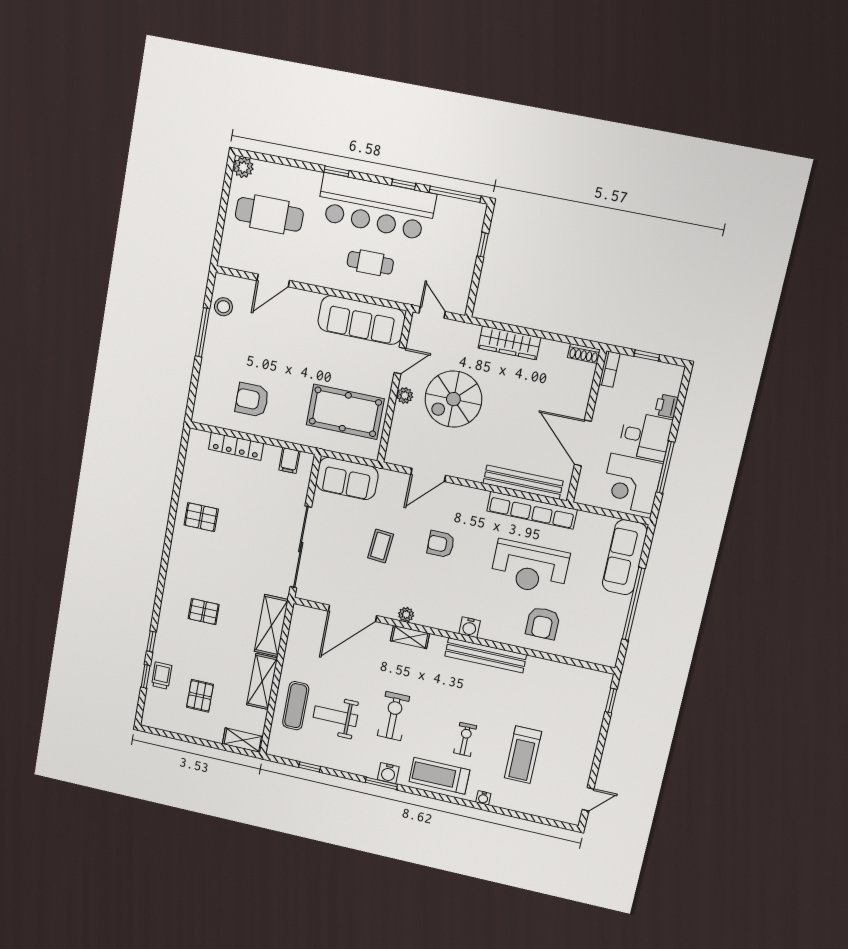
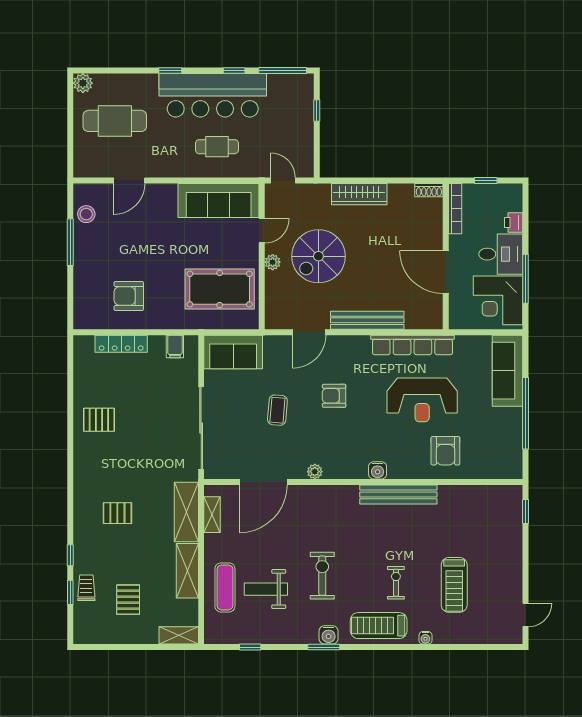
bookcase: (610, 369) -> (455, 209), width x1.56
bench: (523, 482) -> (367, 320), moved
shelving: (410, 637) -> (212, 515), moved, turned 90

